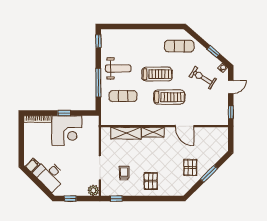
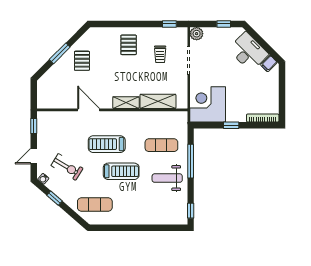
treadmill: (157, 74) -> (121, 171), turned 180
corner desk: (67, 131) -> (208, 104), moved

